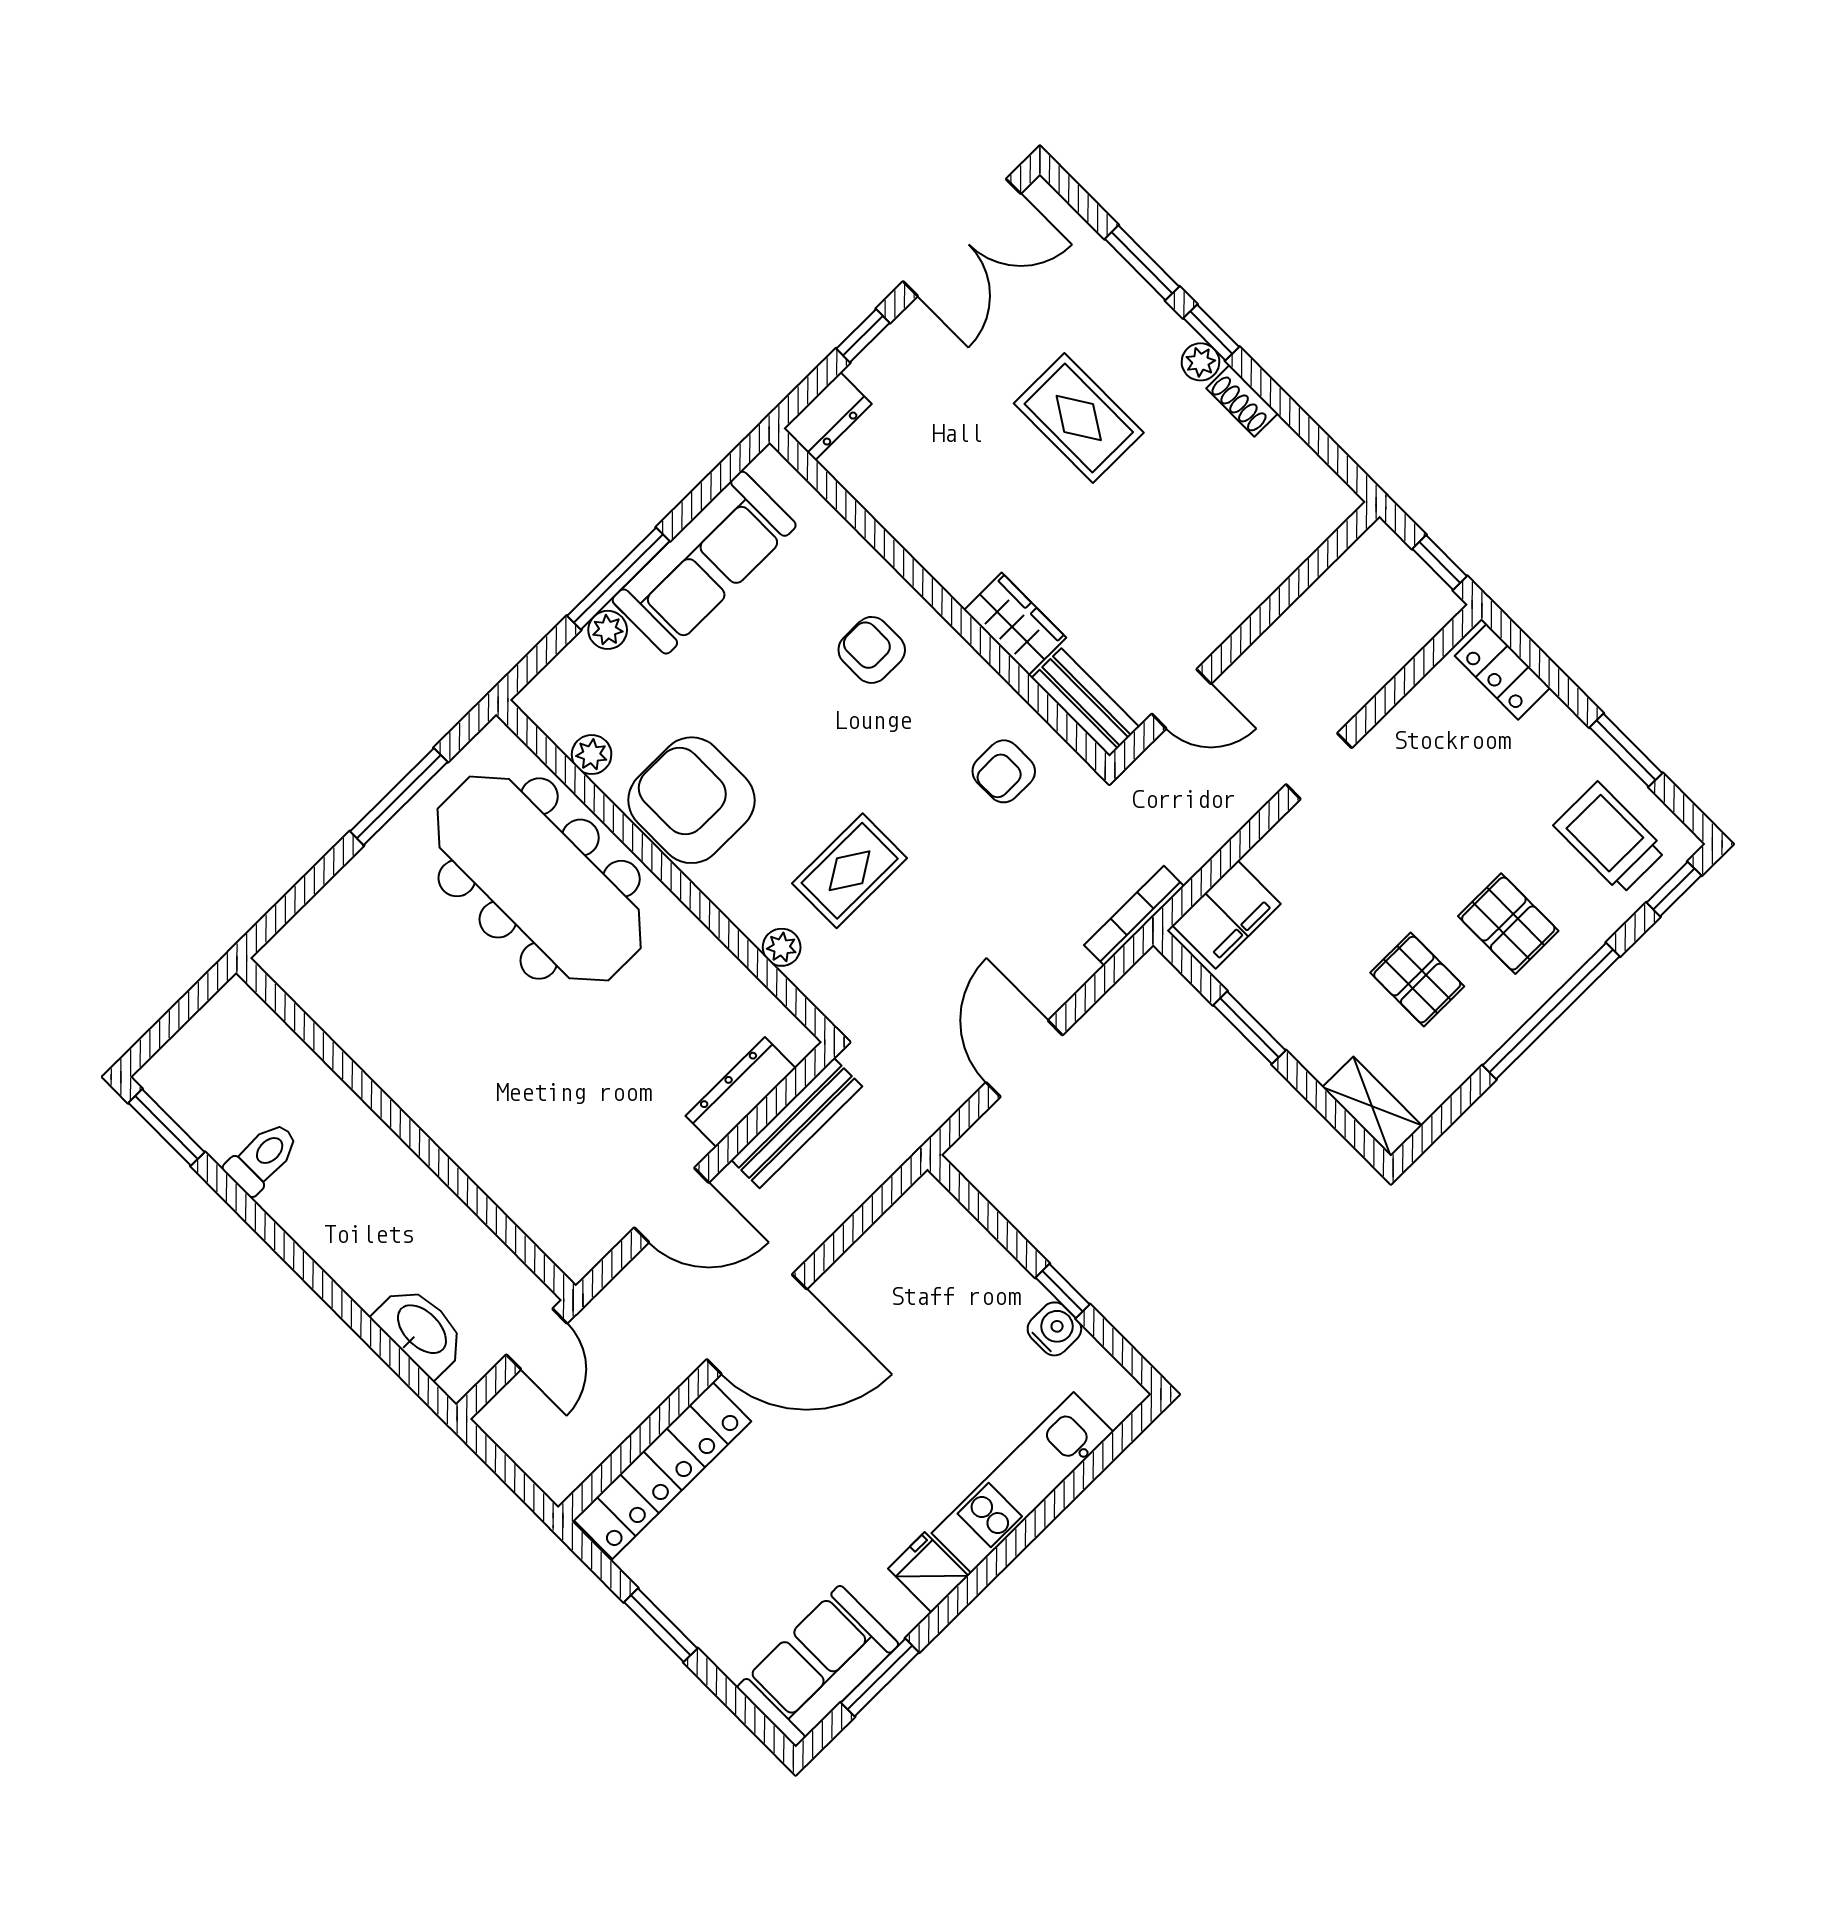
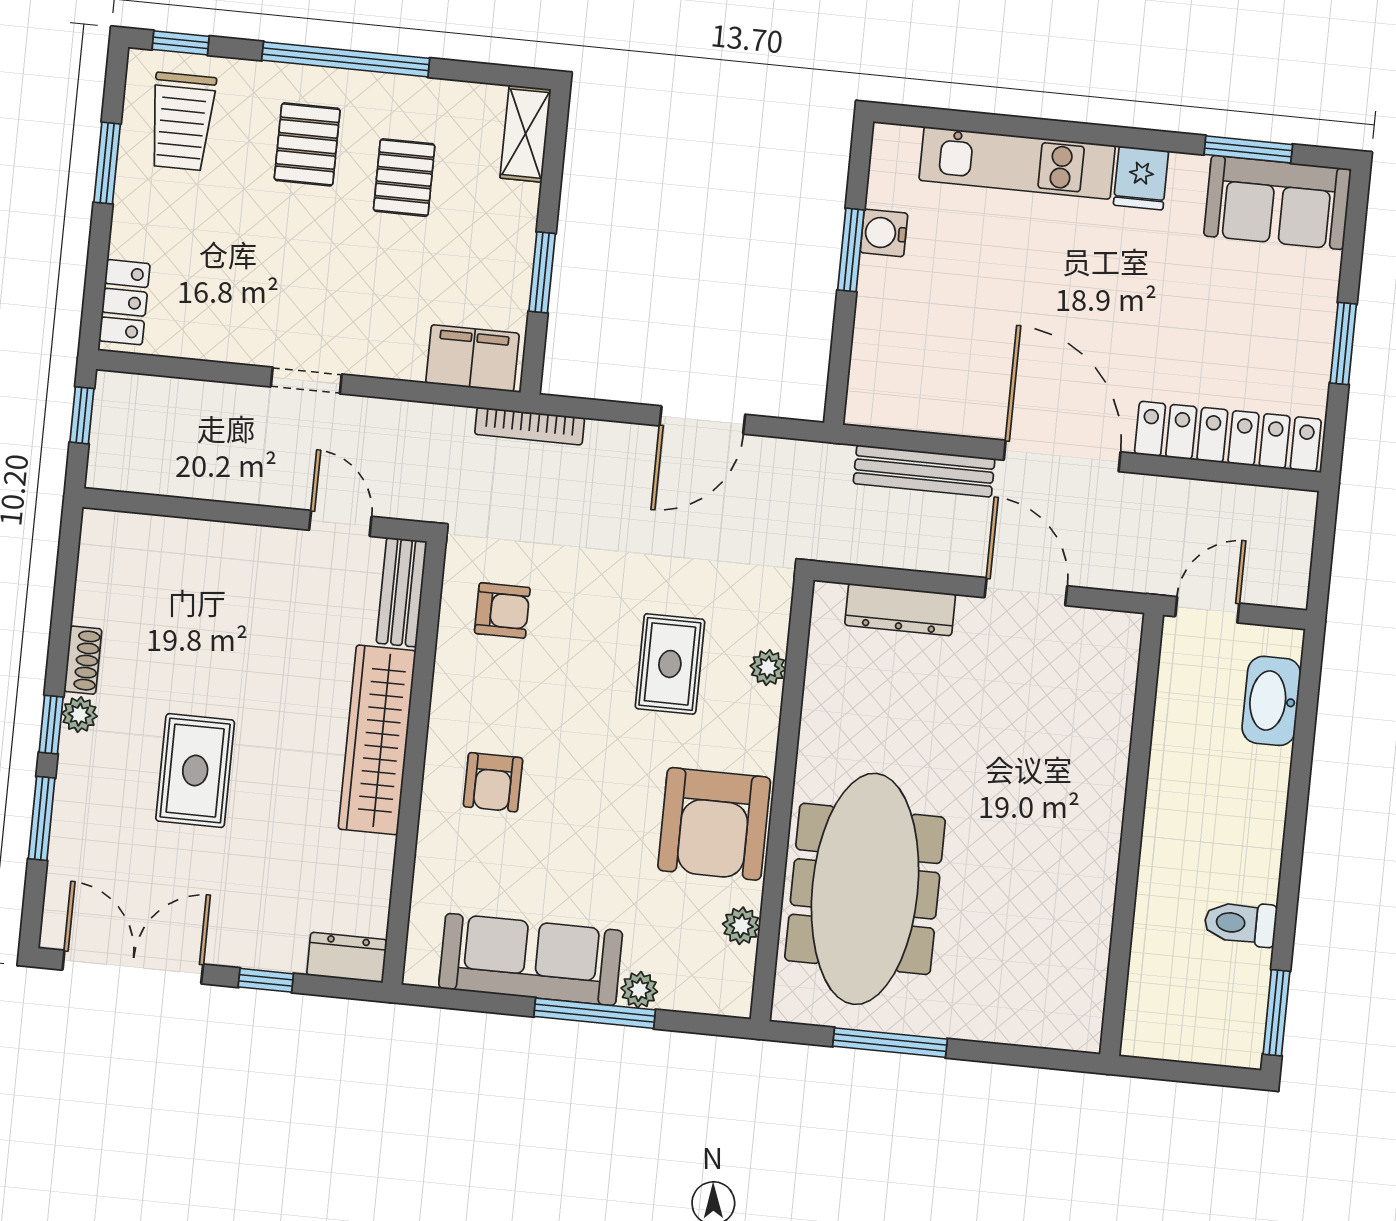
wardrobe: (1015, 624) -> (377, 740), width x2.10, depth x1.17
rug: (850, 871) -> (670, 664), turned 90
bench: (797, 1123) -> (924, 471), moved
window: (1063, 1291) -> (851, 250), width x1.50

